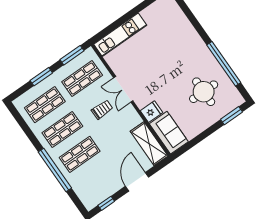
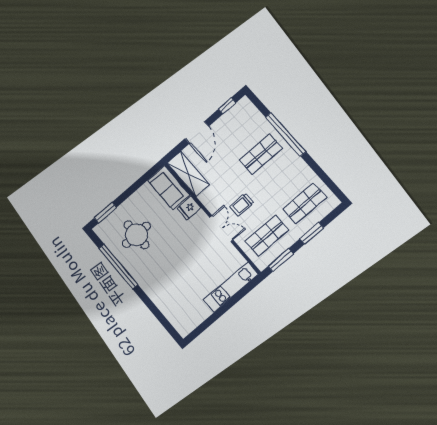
shop shelf: (62, 129) -> (283, 179), removed

